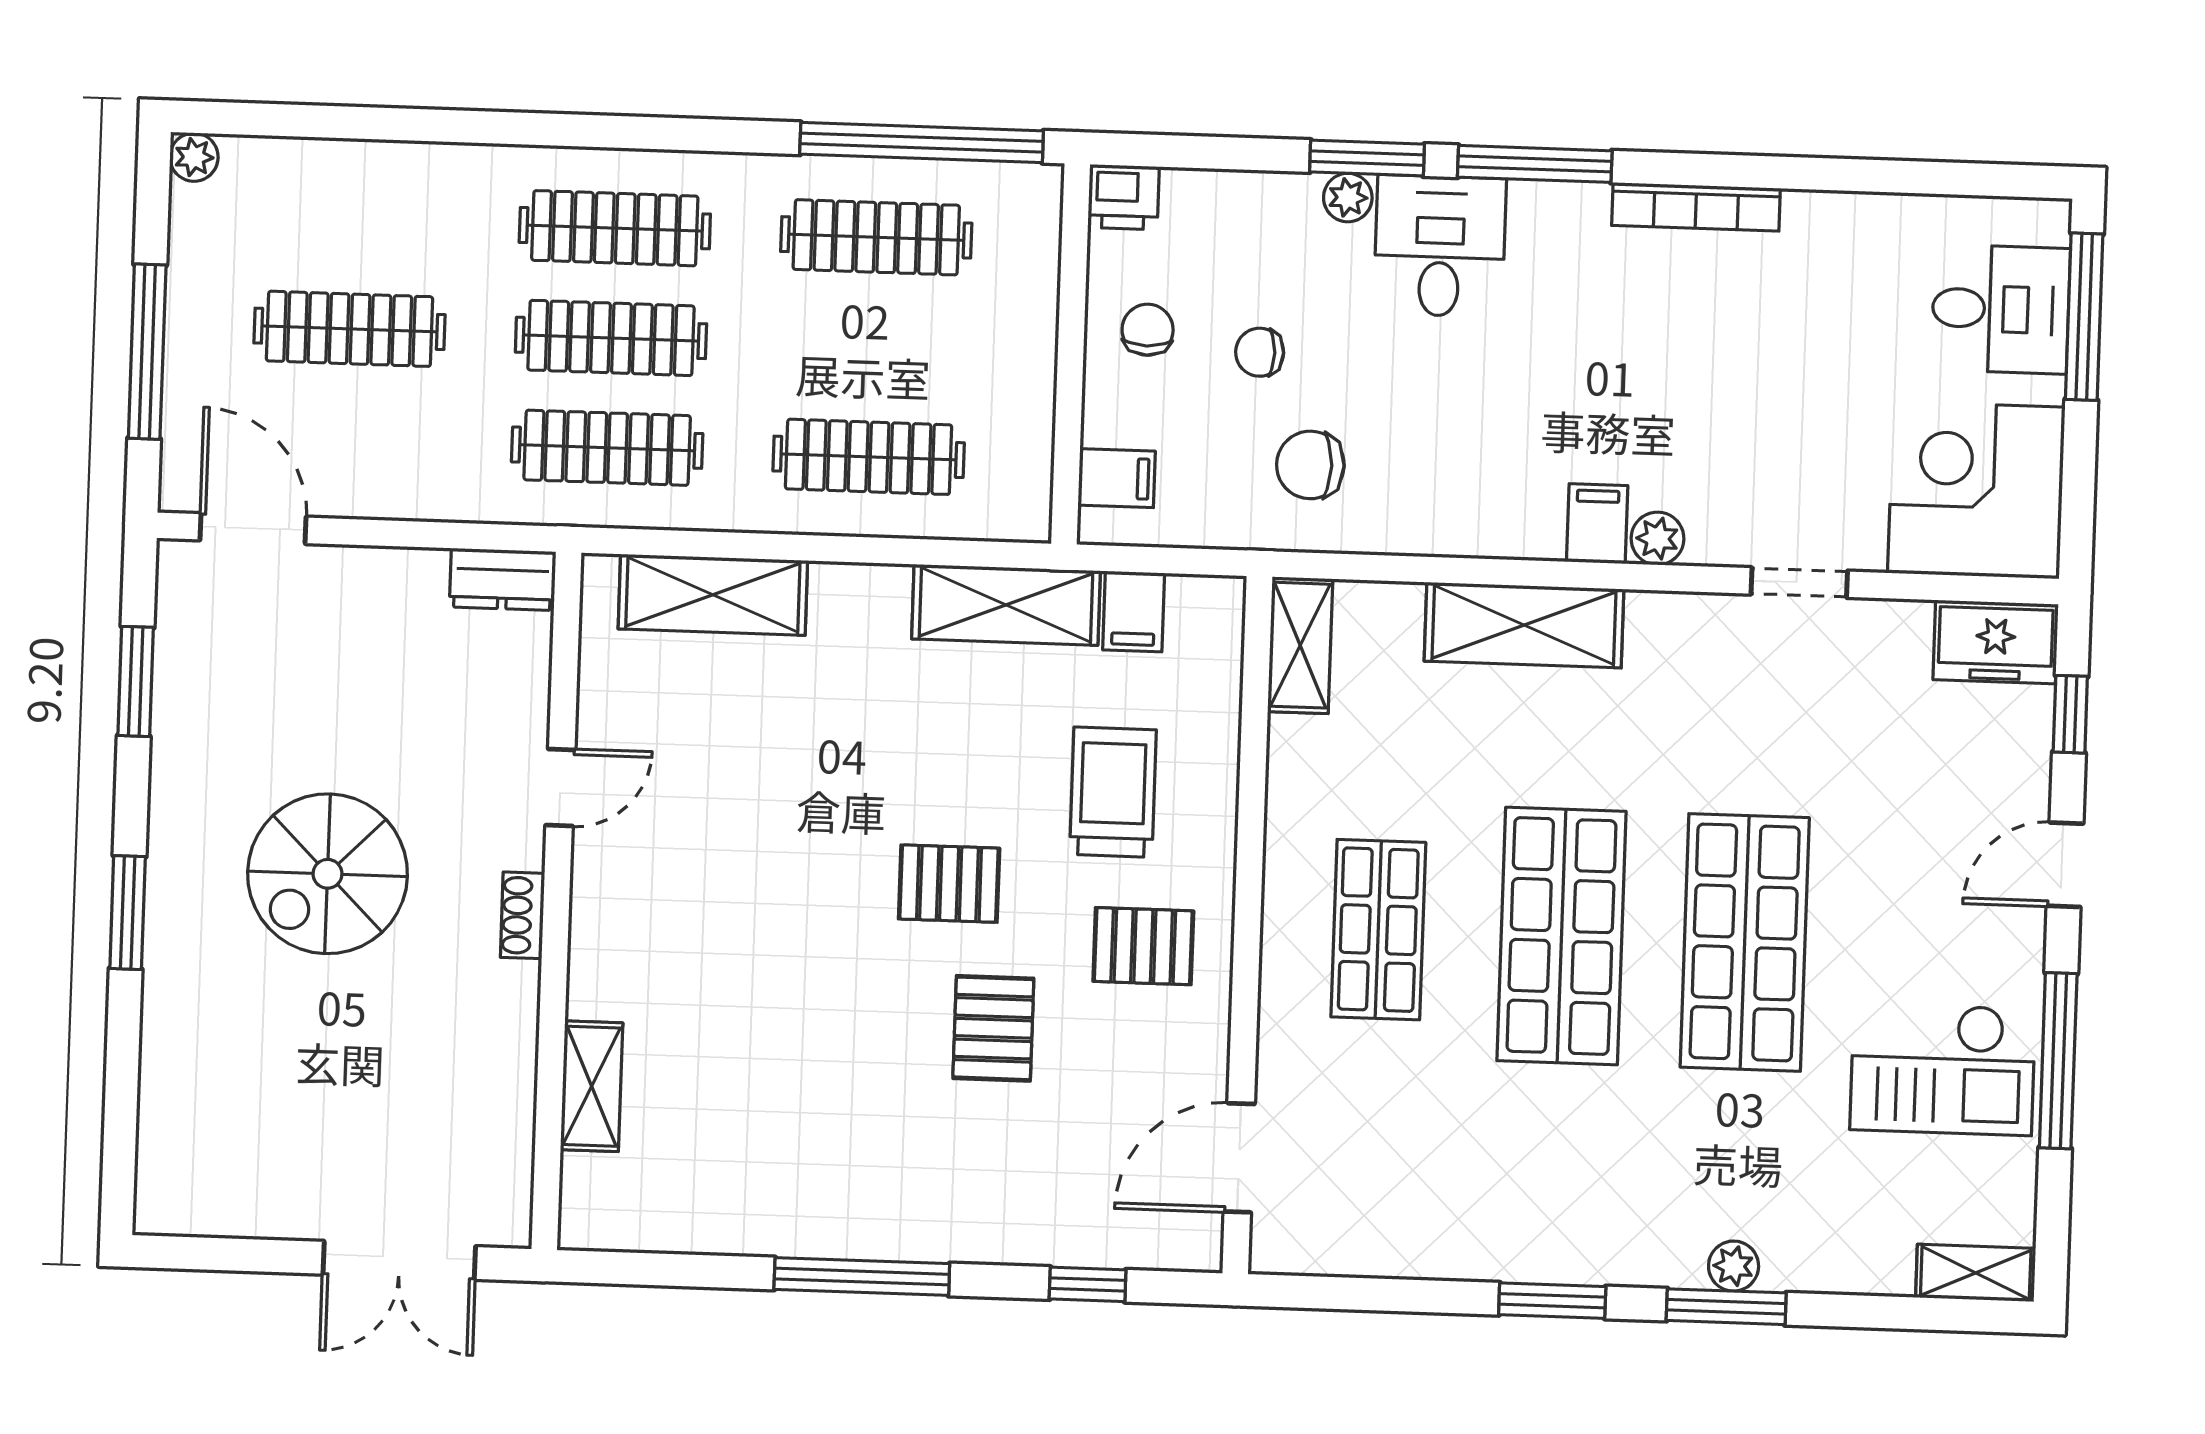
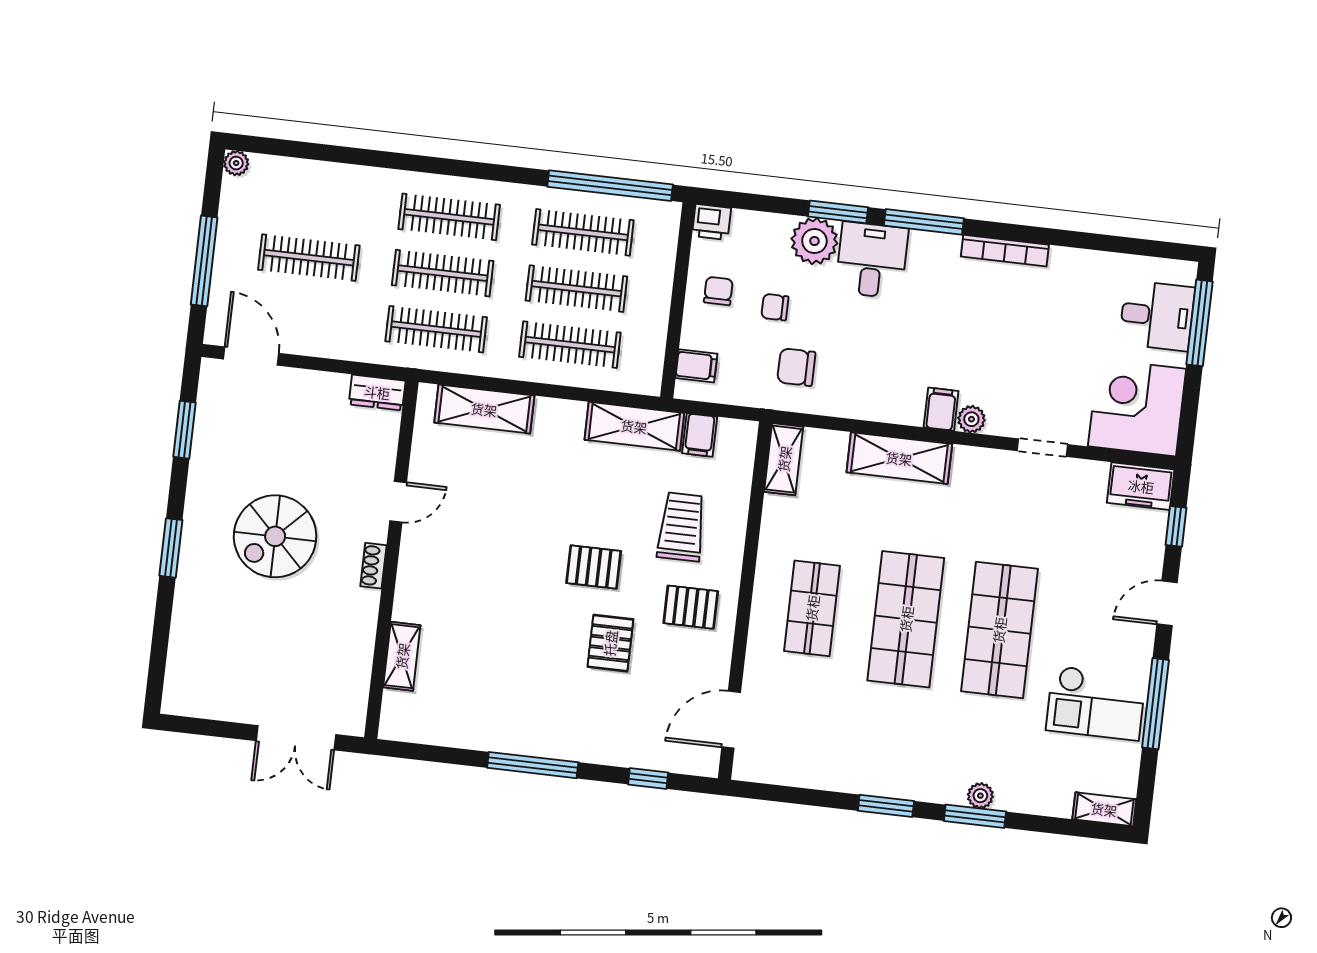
plant: (1348, 198) -> (814, 241), width x1.87, depth x1.87
clothes rail: (872, 347) -> (576, 289), added

